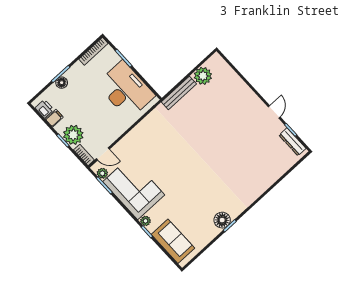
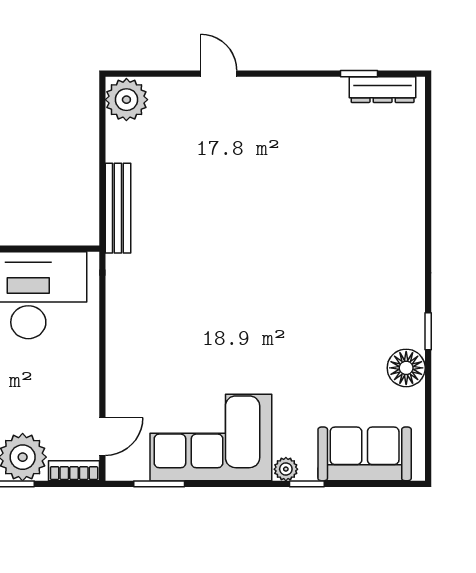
plant: (203, 76) -> (126, 100), moved
door: (274, 112) -> (219, 74), moved
plant: (102, 173) -> (135, 468), removed
floor lamp: (222, 220) -> (406, 368), moved

